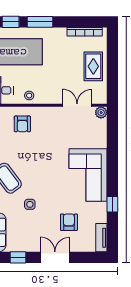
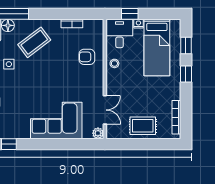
window: (40, 22) -> (186, 74), width x0.67
corner sofa: (88, 175) -> (56, 121), moved

